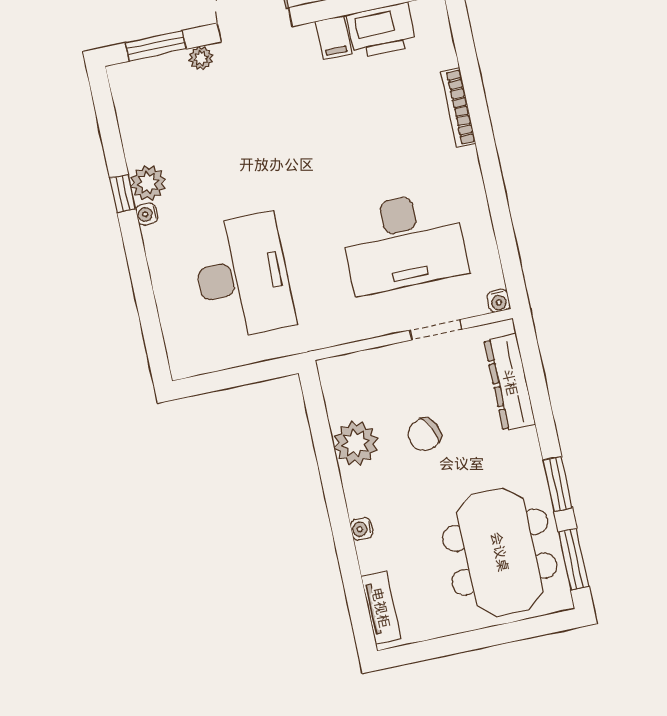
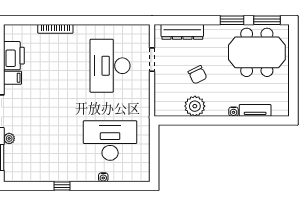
plant: (148, 183) -> (60, 174), removed
water cooler: (147, 214) -> (103, 177), moved
desk: (404, 242) -> (110, 66), turned 180
water cooler: (499, 301) -> (145, 29), removed
tv unit: (381, 608) -> (255, 110), moved

